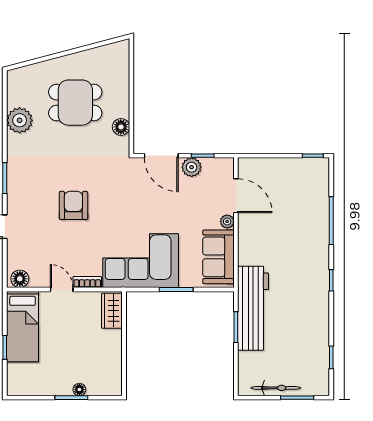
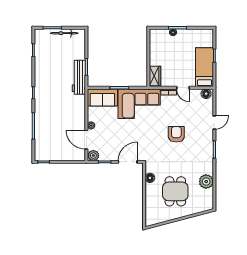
dining table: (75, 103) -> (175, 191), turned 90
door: (161, 156) -> (128, 162), hinge flipped
plant: (192, 167) -> (93, 156), moved
armchair: (73, 205) -> (176, 134), turned 180
sofa: (218, 257) -> (102, 97), moved, turned 90
workbench: (253, 308) -> (79, 77), width x0.73, depth x0.76

